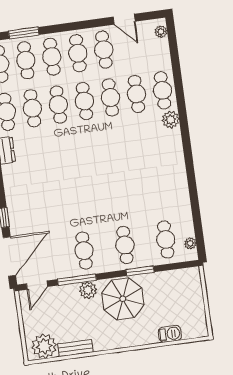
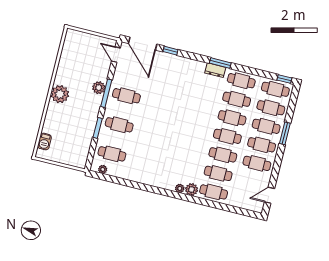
door: (124, 19) -> (269, 195), moved
plant: (161, 32) -> (180, 188), moved
window: (24, 33) -> (285, 133), moved
window: (77, 280) -> (106, 93), moved
parasol: (123, 299) -> (83, 109), removed
barbecue: (170, 334) -> (45, 142), moved
plant: (44, 346) -> (60, 94), moved
bench: (75, 348) -> (63, 64), removed

